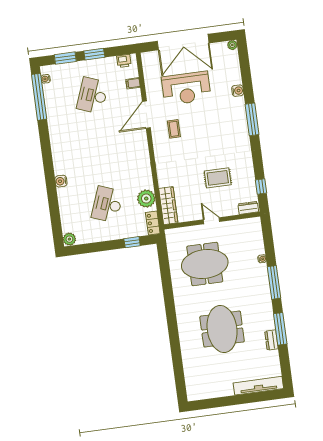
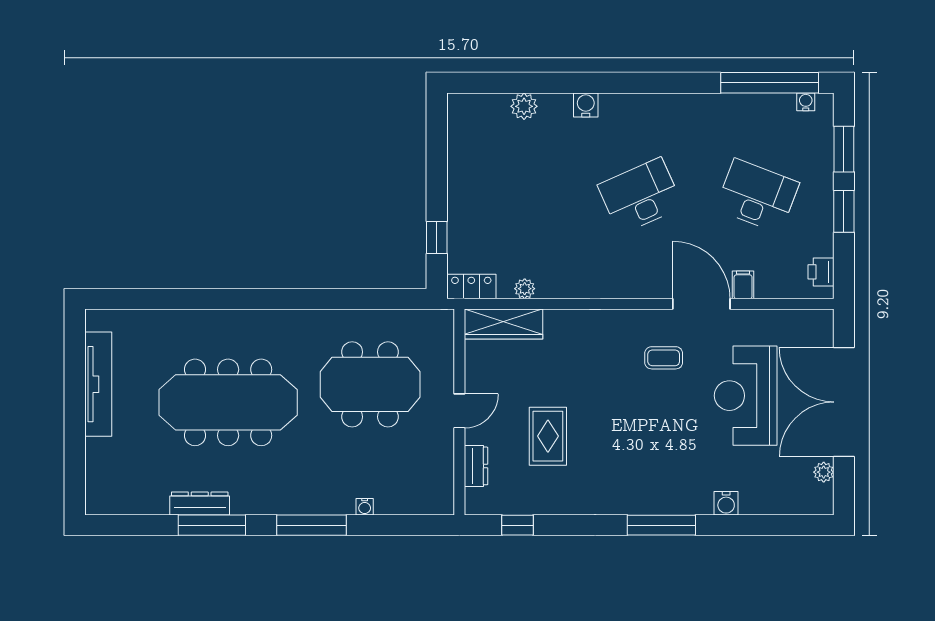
plant: (232, 45) -> (824, 472), moved
filing cabinet: (133, 83) -> (743, 285), moved
plant: (146, 199) -> (525, 289), width x0.53, depth x0.53
desk: (107, 204) -> (640, 196), moved, turned -45
dresser: (248, 208) -> (476, 466), moved
plant: (69, 239) -> (524, 106), moved
meeting table: (205, 264) -> (370, 384), turned 90
meeting table: (222, 329) -> (228, 402), width x1.36
dresser: (272, 340) -> (200, 503), width x1.44
tv unit: (258, 386) -> (98, 384), moved

